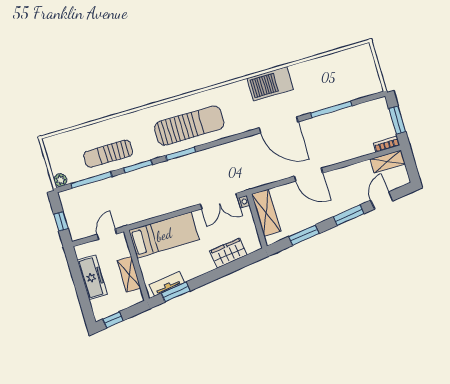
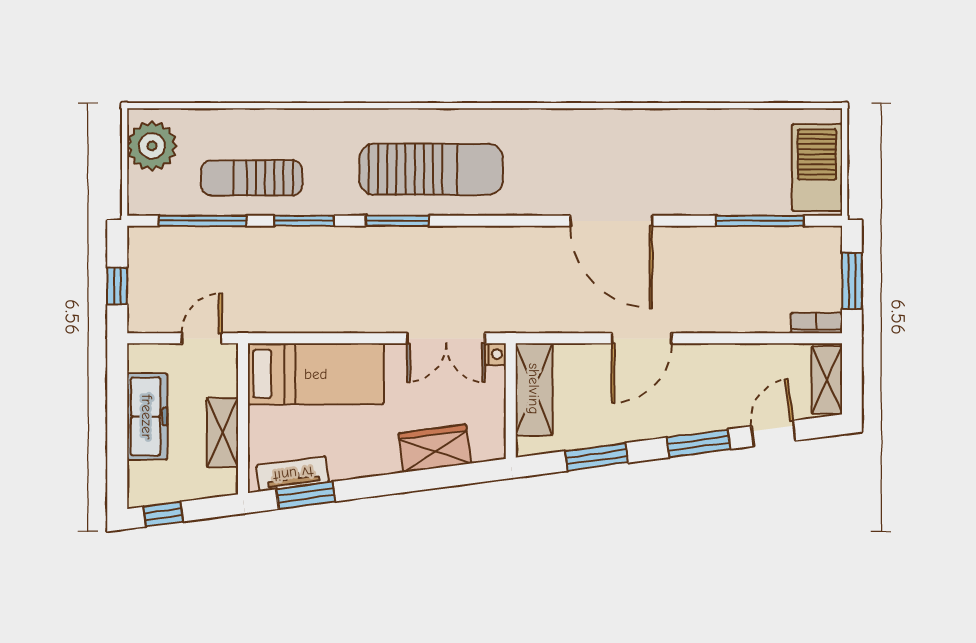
barbecue: (270, 84) -> (817, 167), moved, turned 90
window: (331, 109) -> (760, 221), moved
shelving: (388, 161) -> (827, 380), moved, turned 90
door: (309, 175) -> (642, 338), hinge flipped
plant: (60, 180) -> (152, 146), moved, width x1.88, depth x1.88

